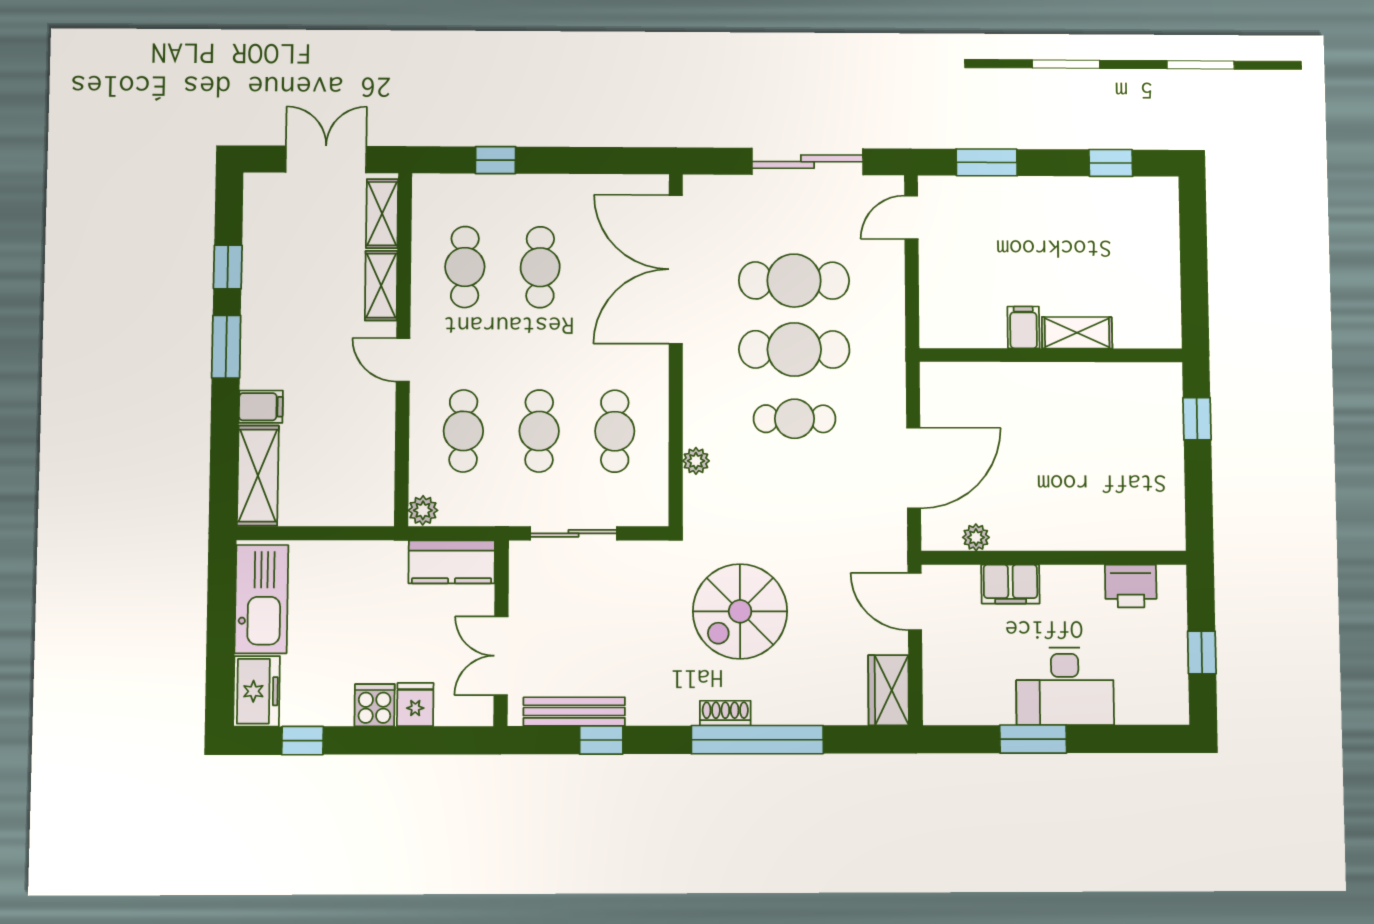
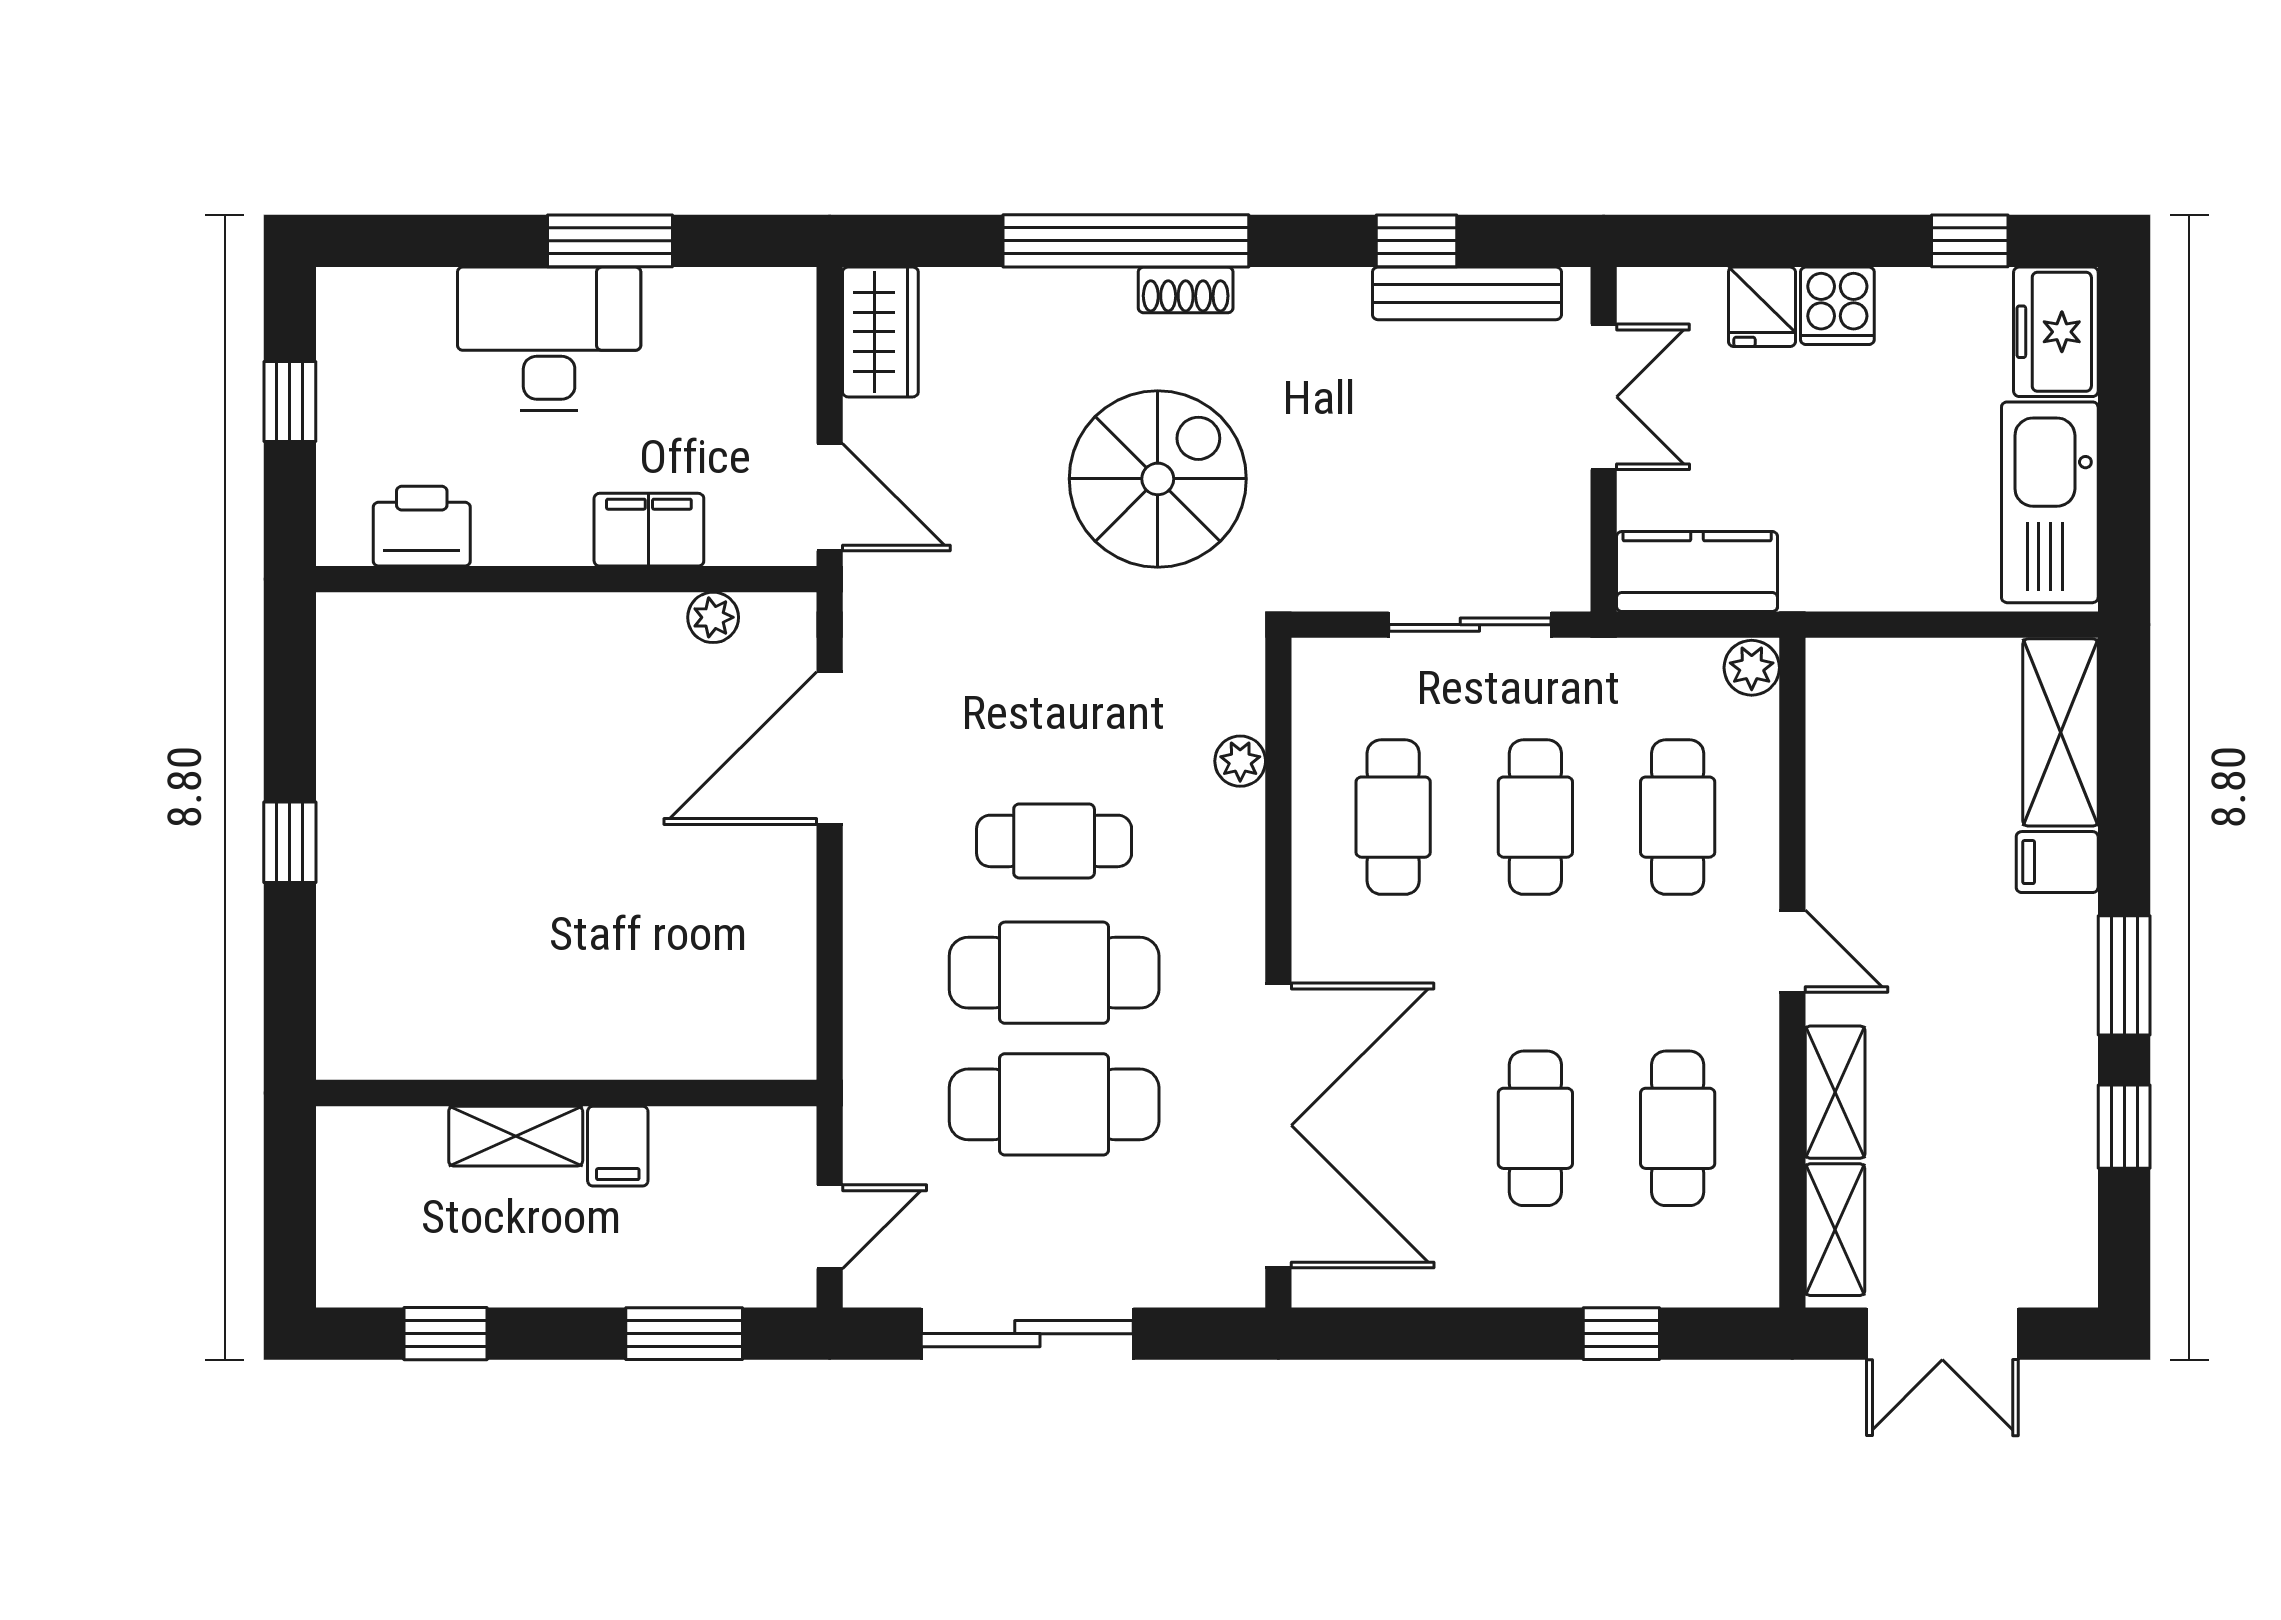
filing cabinet: (1023, 327) -> (618, 1146), moved
shelving: (1077, 333) -> (516, 1136), moved
wall: (1051, 355) -> (566, 1093), moved

